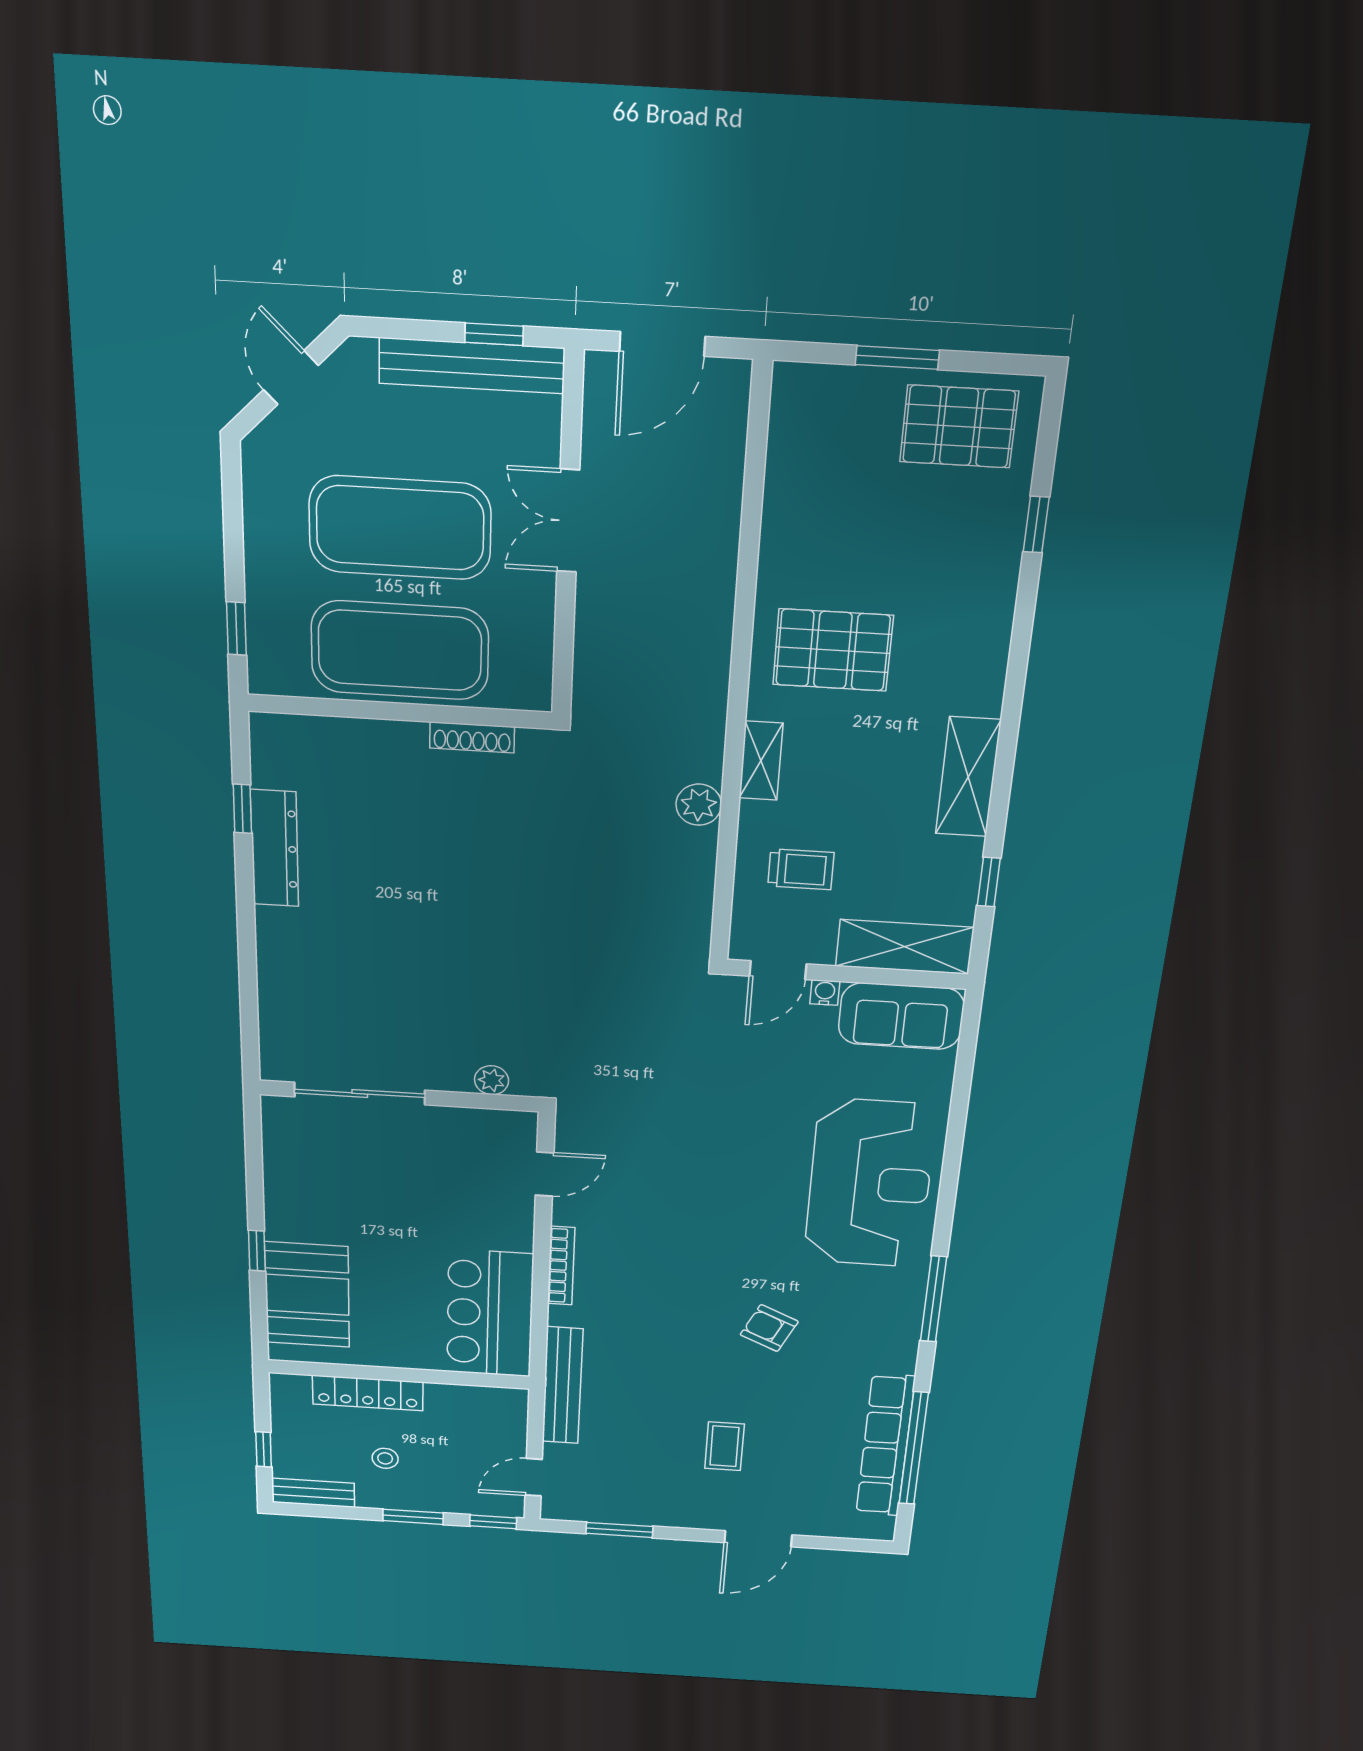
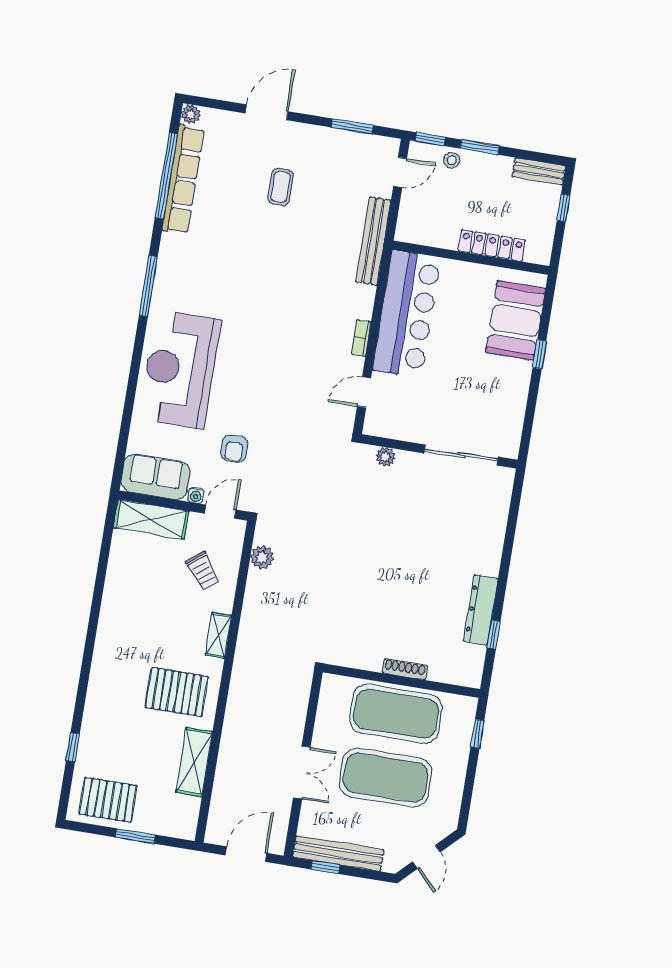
shoe rack: (472, 737) -> (405, 669), moved
shelving: (968, 777) -> (194, 762), moved
plant: (699, 805) -> (262, 558), moved
trolley: (801, 869) -> (203, 571), turned -128
window: (989, 882) -> (104, 554), removed
bookcase: (561, 1266) -> (361, 338), width x0.64
bar counter: (490, 1313) -> (407, 314), width x1.36
armchair: (769, 1328) -> (234, 449), moved, turned 65
stool: (385, 1458) -> (452, 160), moved
plant: (880, 1529) -> (191, 114), added

